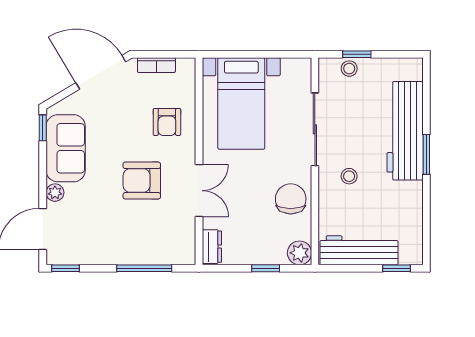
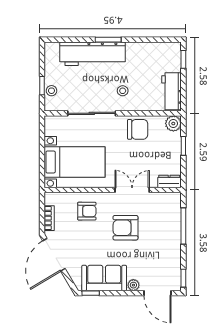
armchair: (142, 181) -> (125, 228), turned 90
chair: (291, 199) -> (138, 129), turned 180
workbench: (359, 250) -> (172, 91), width x0.73

